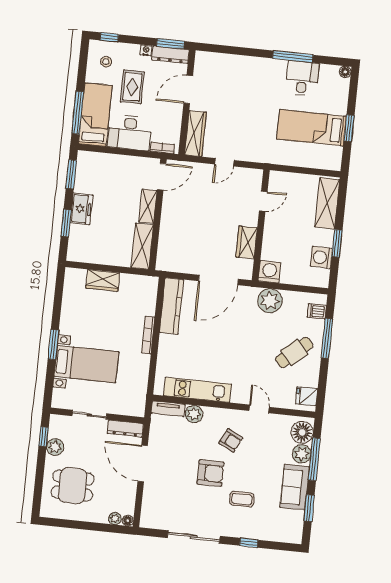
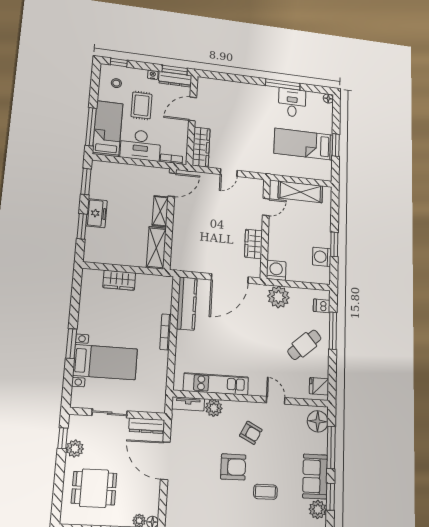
shelving: (327, 203) -> (300, 192), moved, turned 90
plant: (302, 454) -> (318, 509), moved

